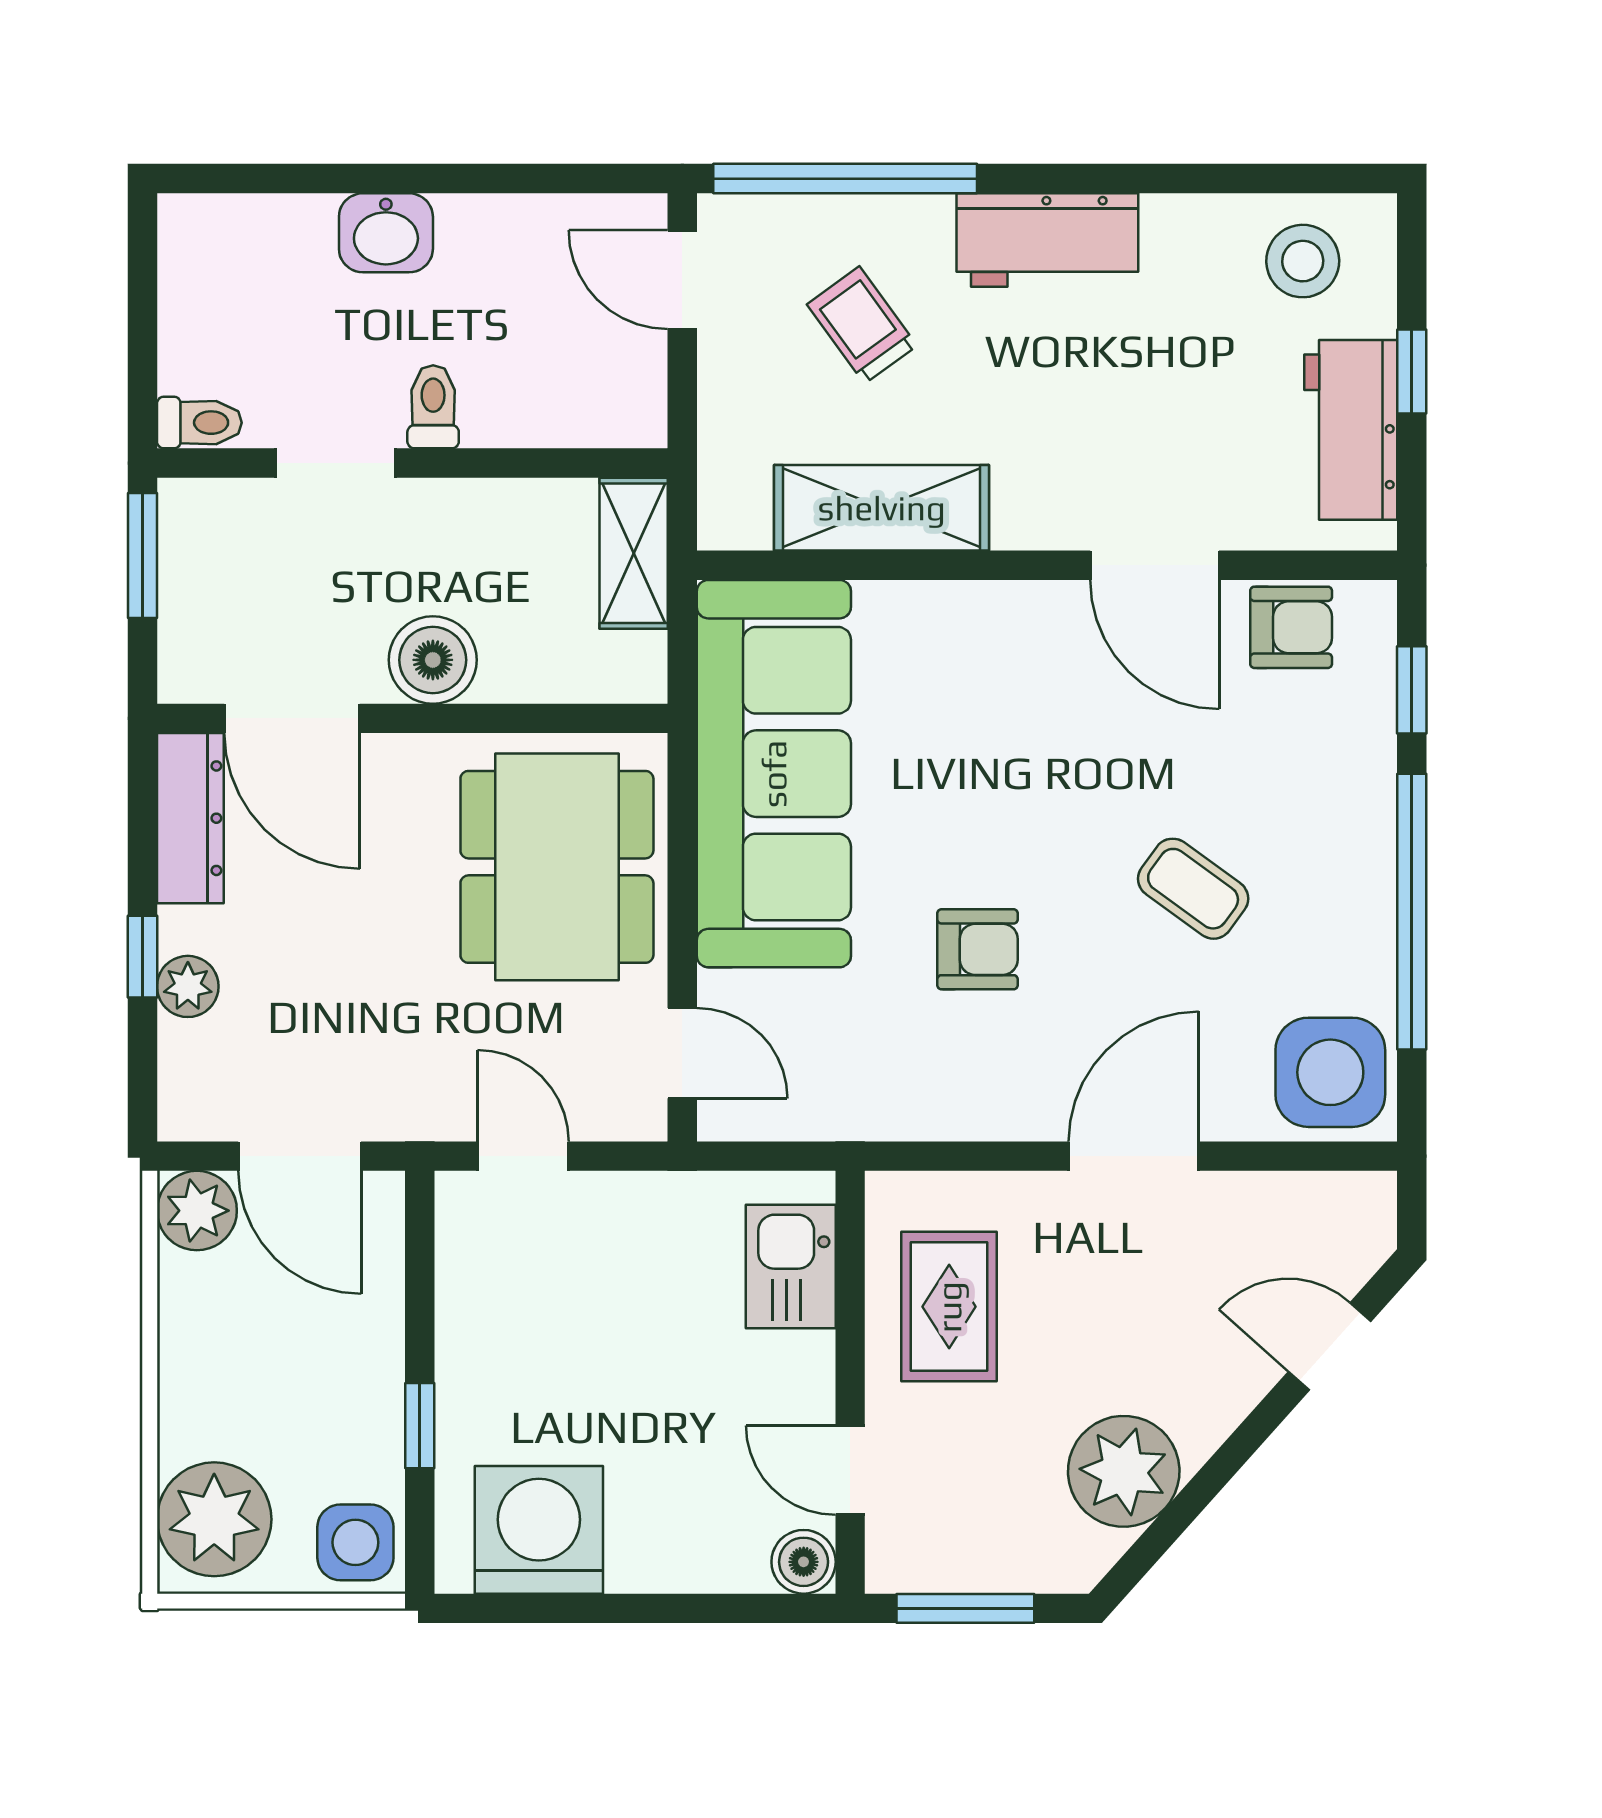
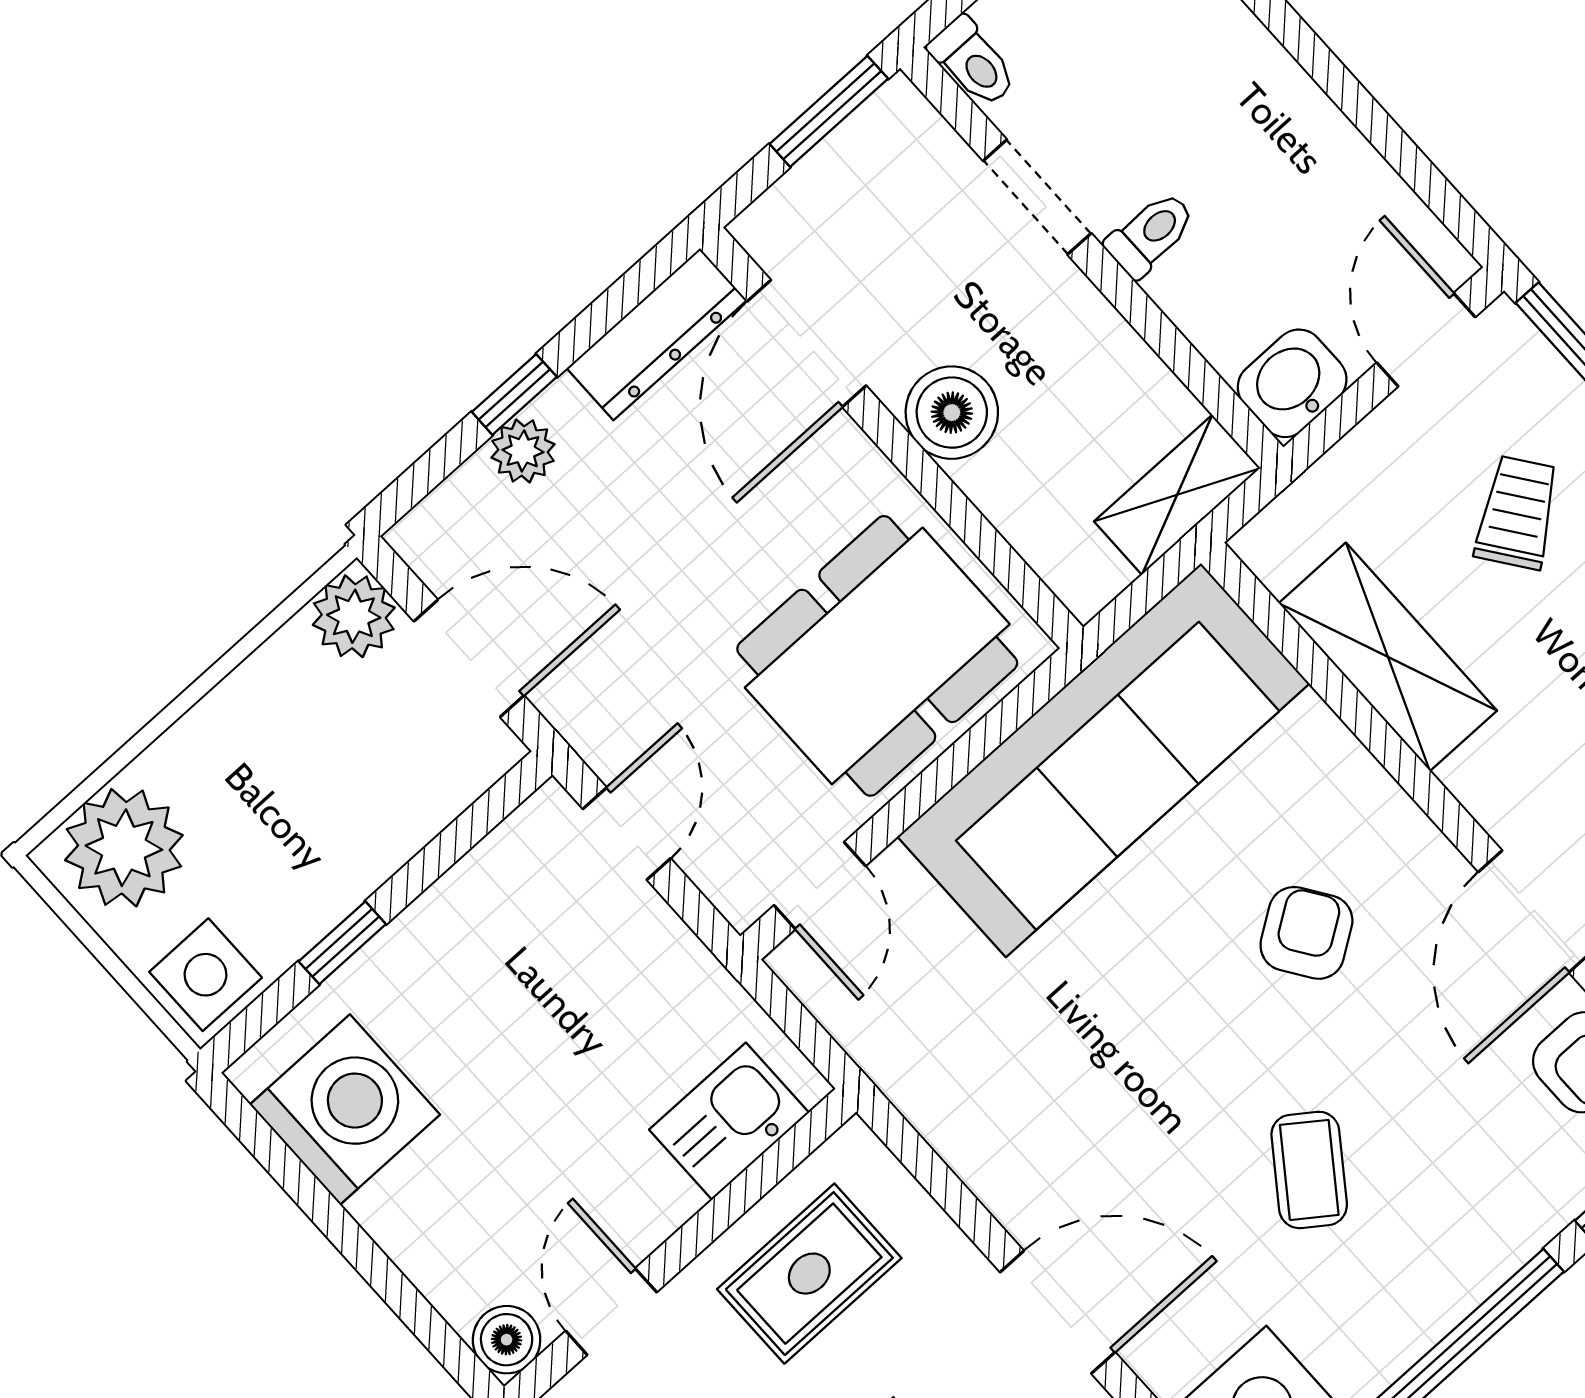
washbasin: (386, 233) -> (1292, 383), moved, turned 90
armchair: (978, 949) -> (1306, 933), moved, turned -124
door: (300, 1156) -> (469, 658), swing flipped

